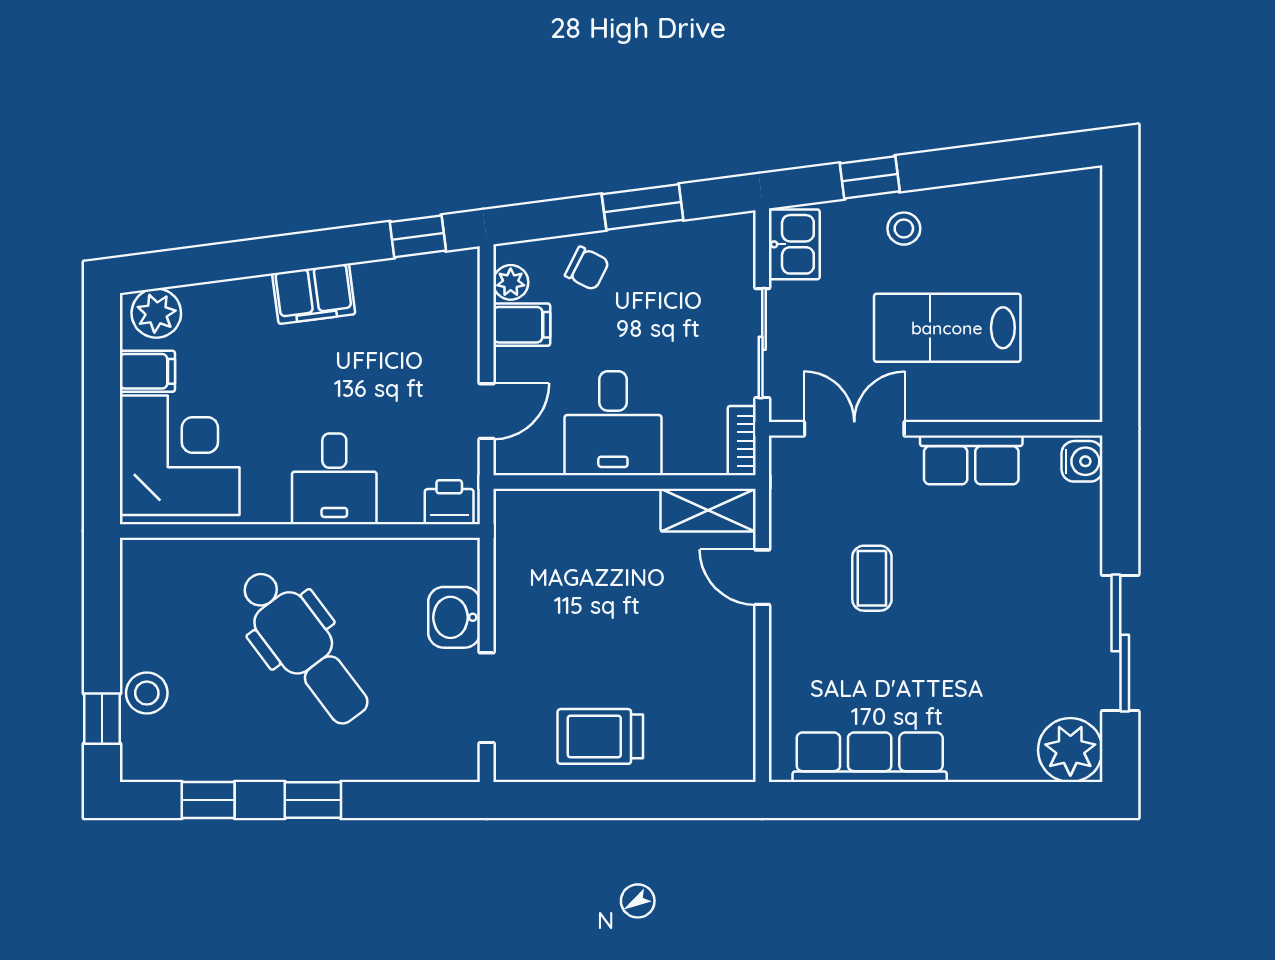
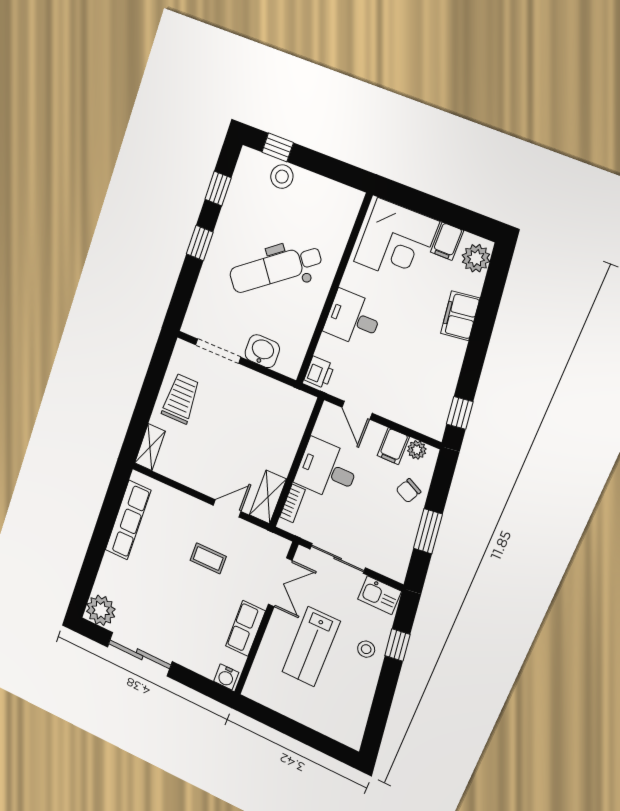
filing cabinet: (314, 294) -> (460, 316), moved
lab bench: (947, 328) -> (311, 647), turned 180
bookcase: (742, 441) -> (292, 503), moved, turned 90
shelving: (713, 763) -> (150, 447), added

